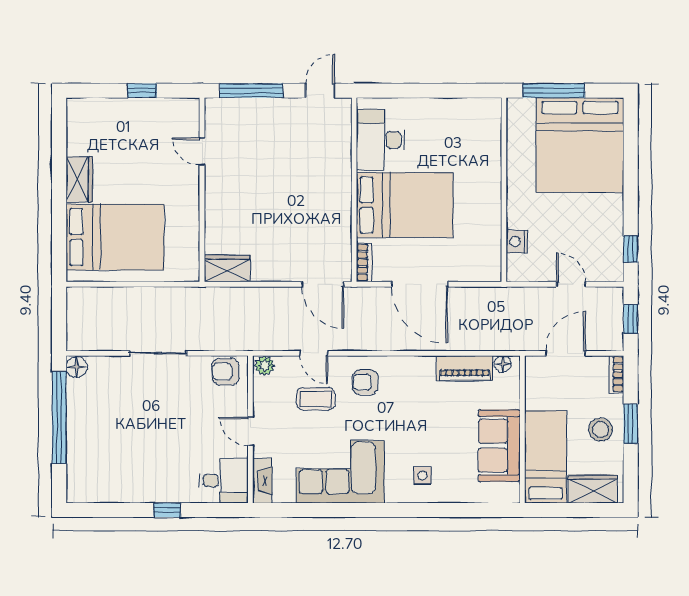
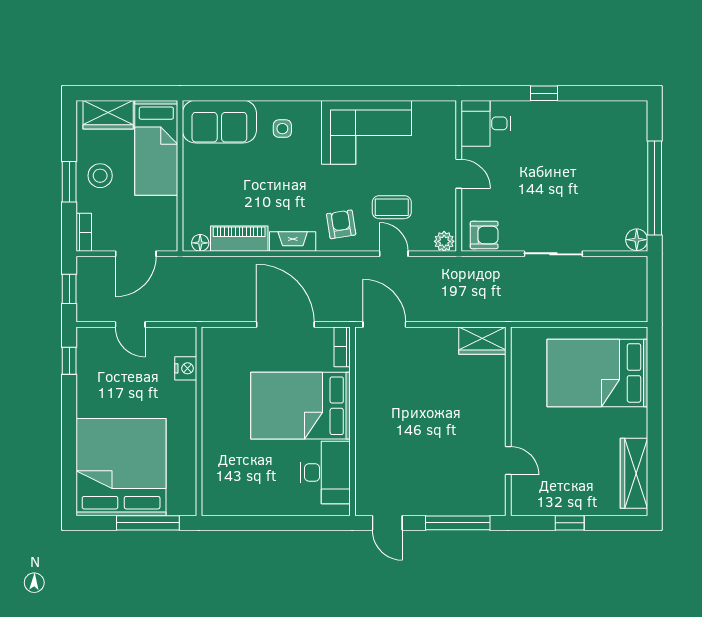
door: (320, 91) -> (387, 523), hinge flipped
wardrobe: (79, 179) -> (634, 473), moved, width x1.50
armchair: (365, 382) -> (341, 224), turned -99
sofa: (499, 446) -> (219, 122), moved, turned 90
fireplace: (262, 481) -> (293, 242), moved, turned 90

